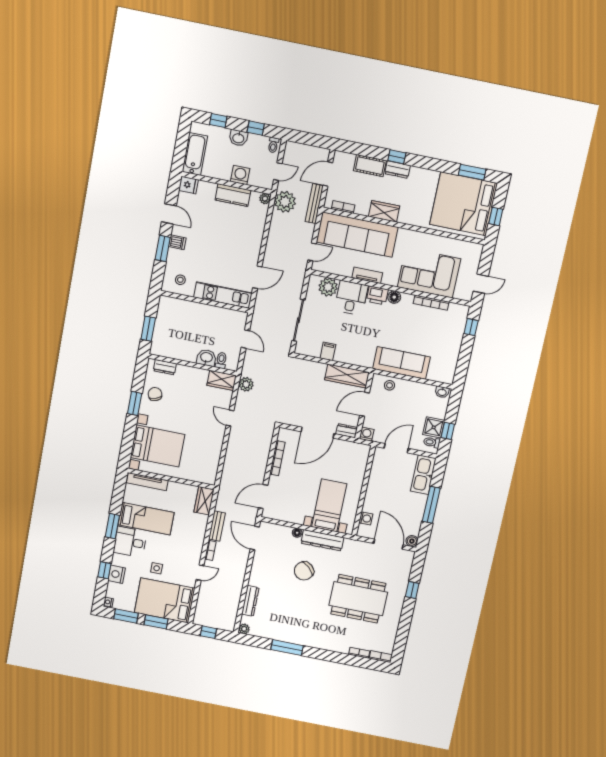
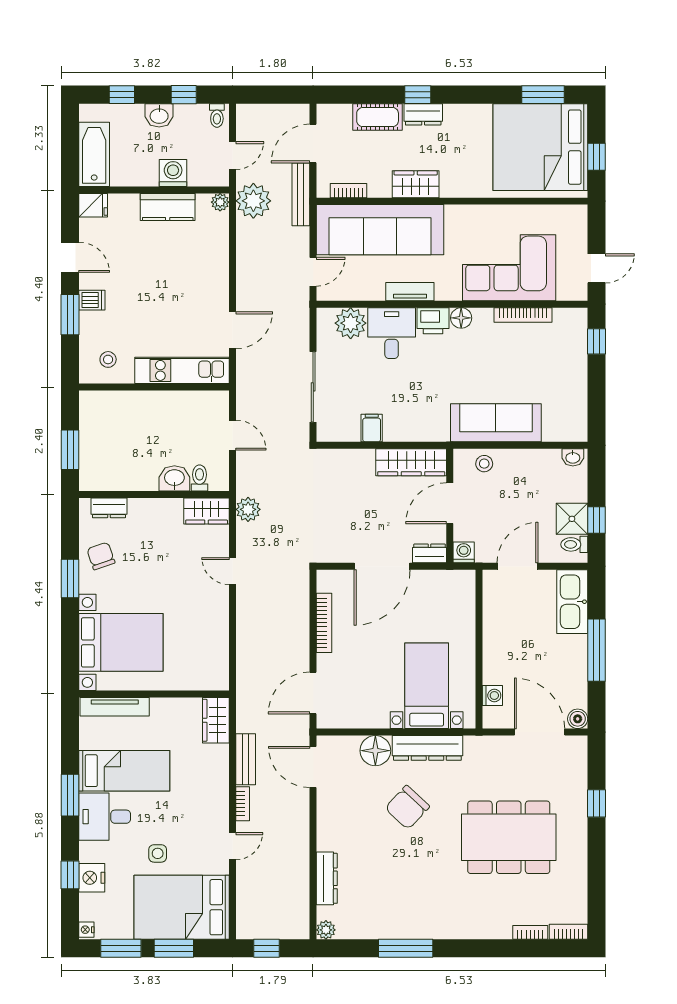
floor lamp: (297, 533) -> (375, 751), width x1.89, depth x1.89

